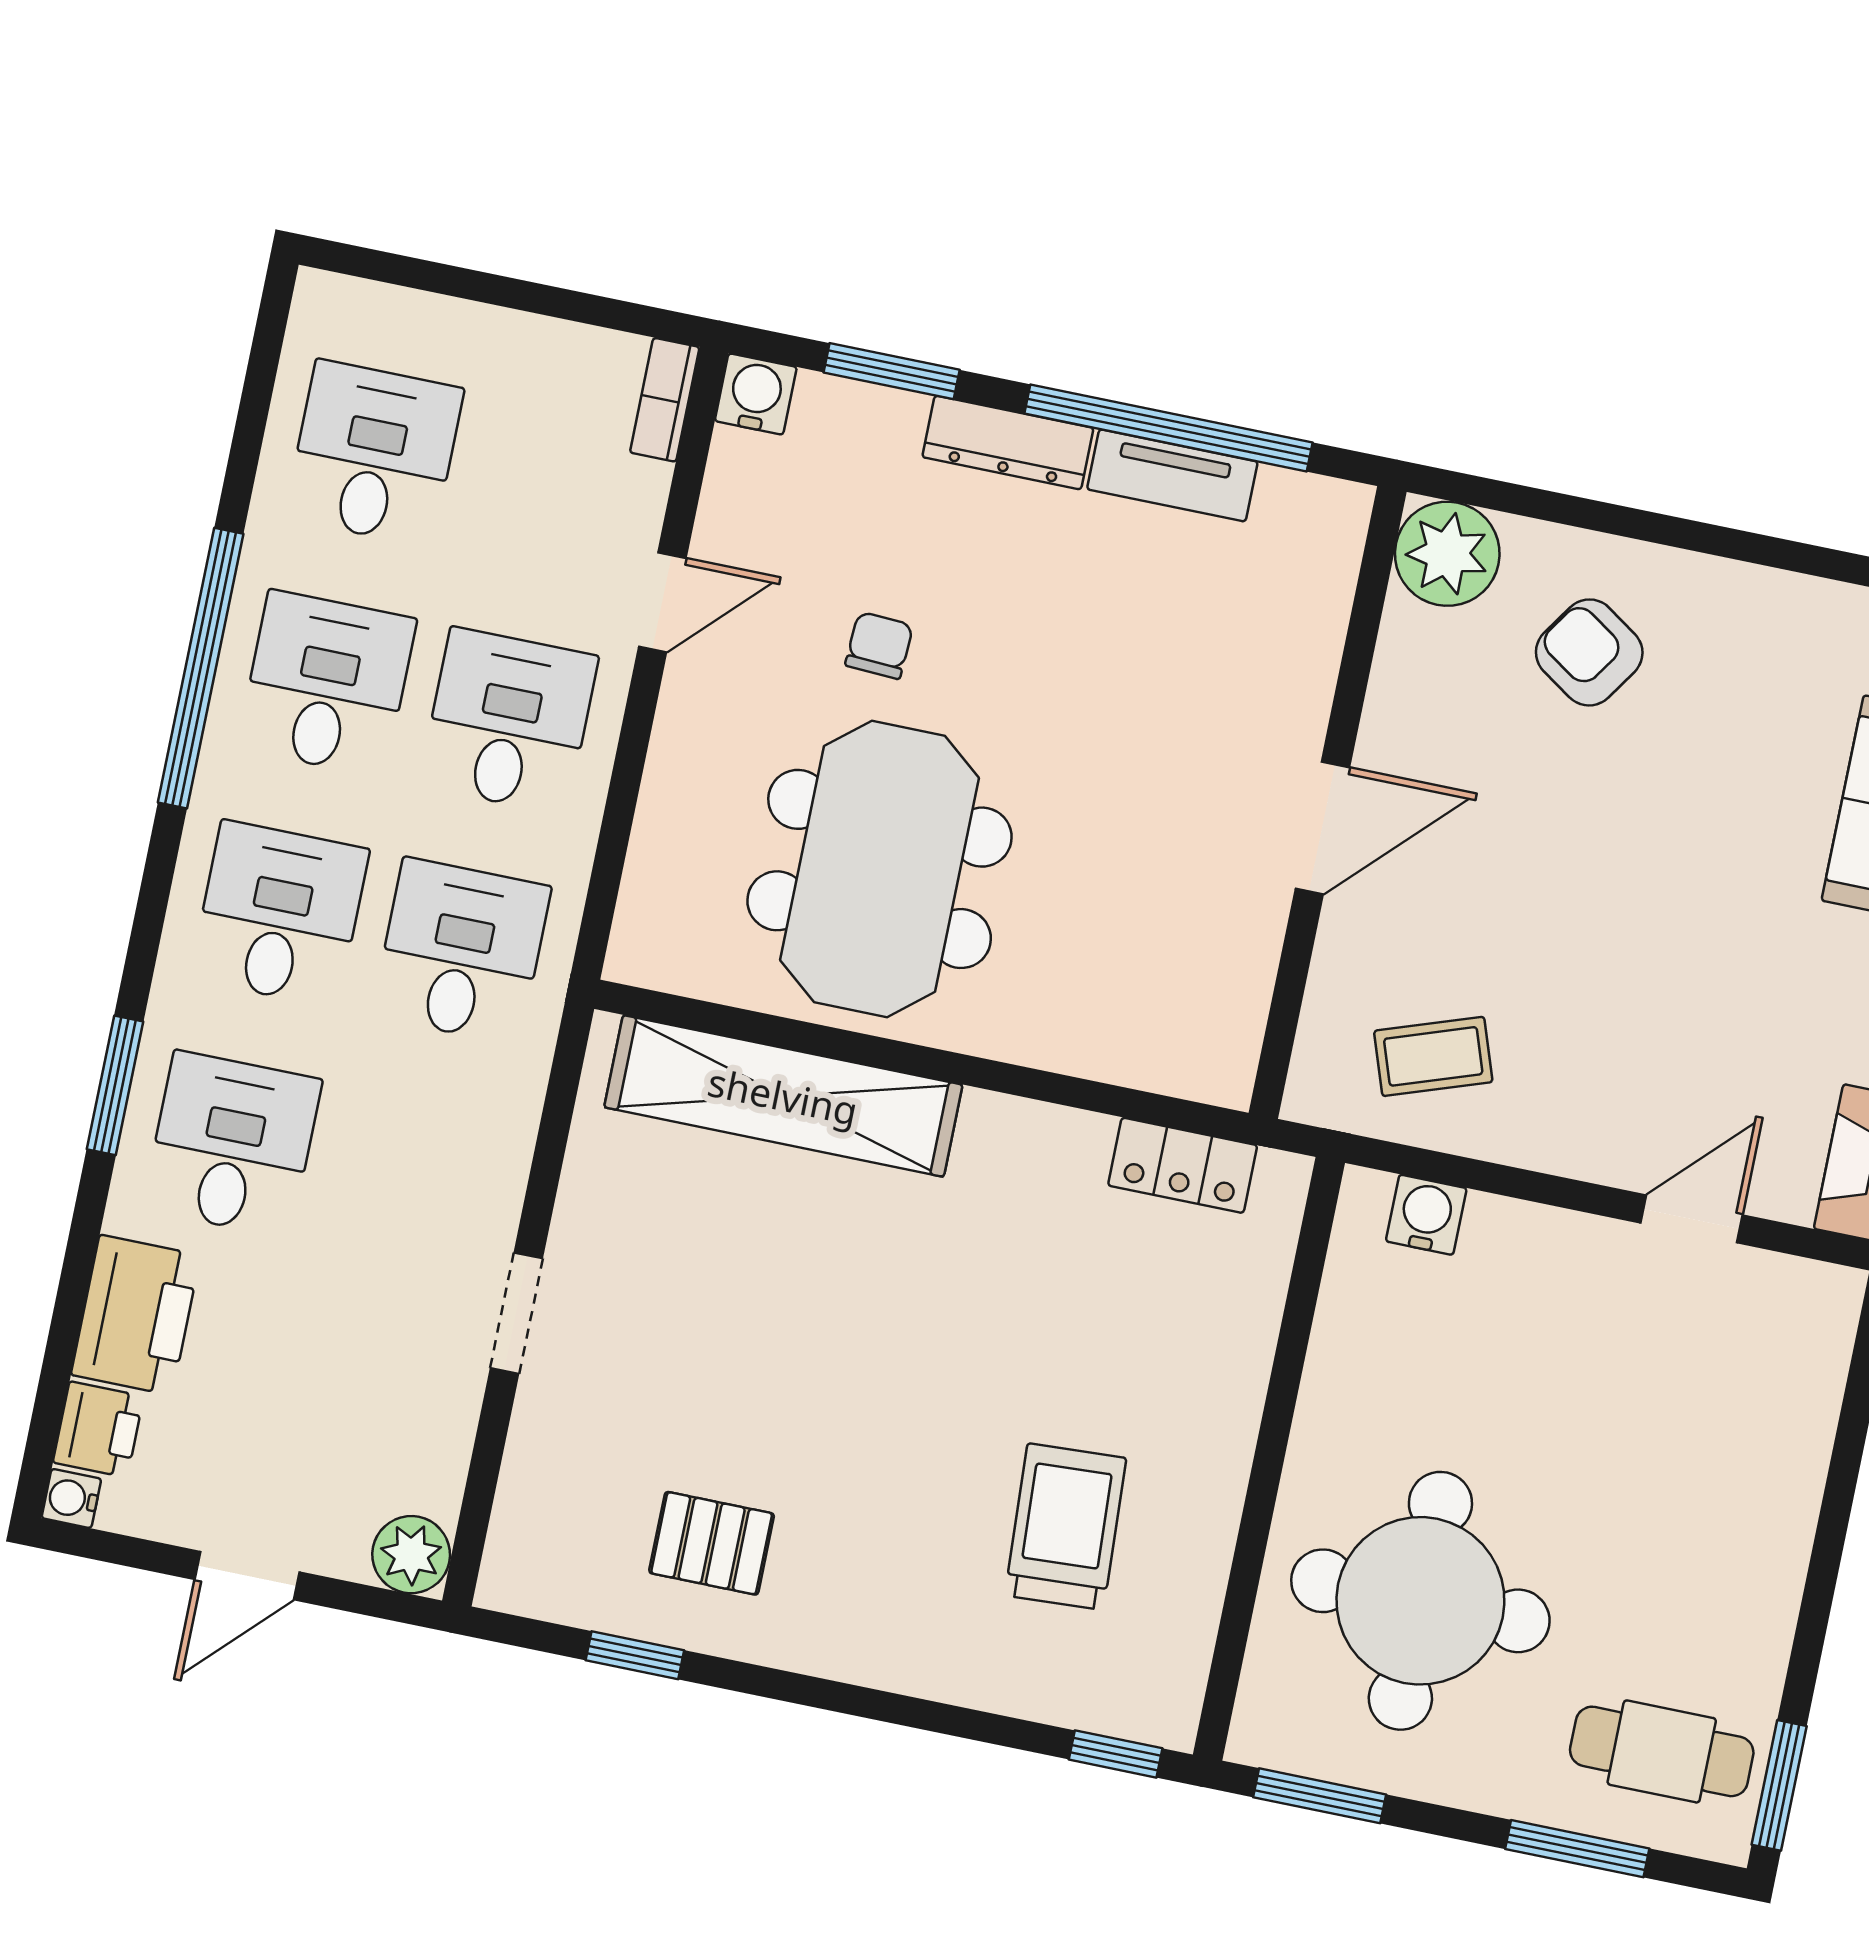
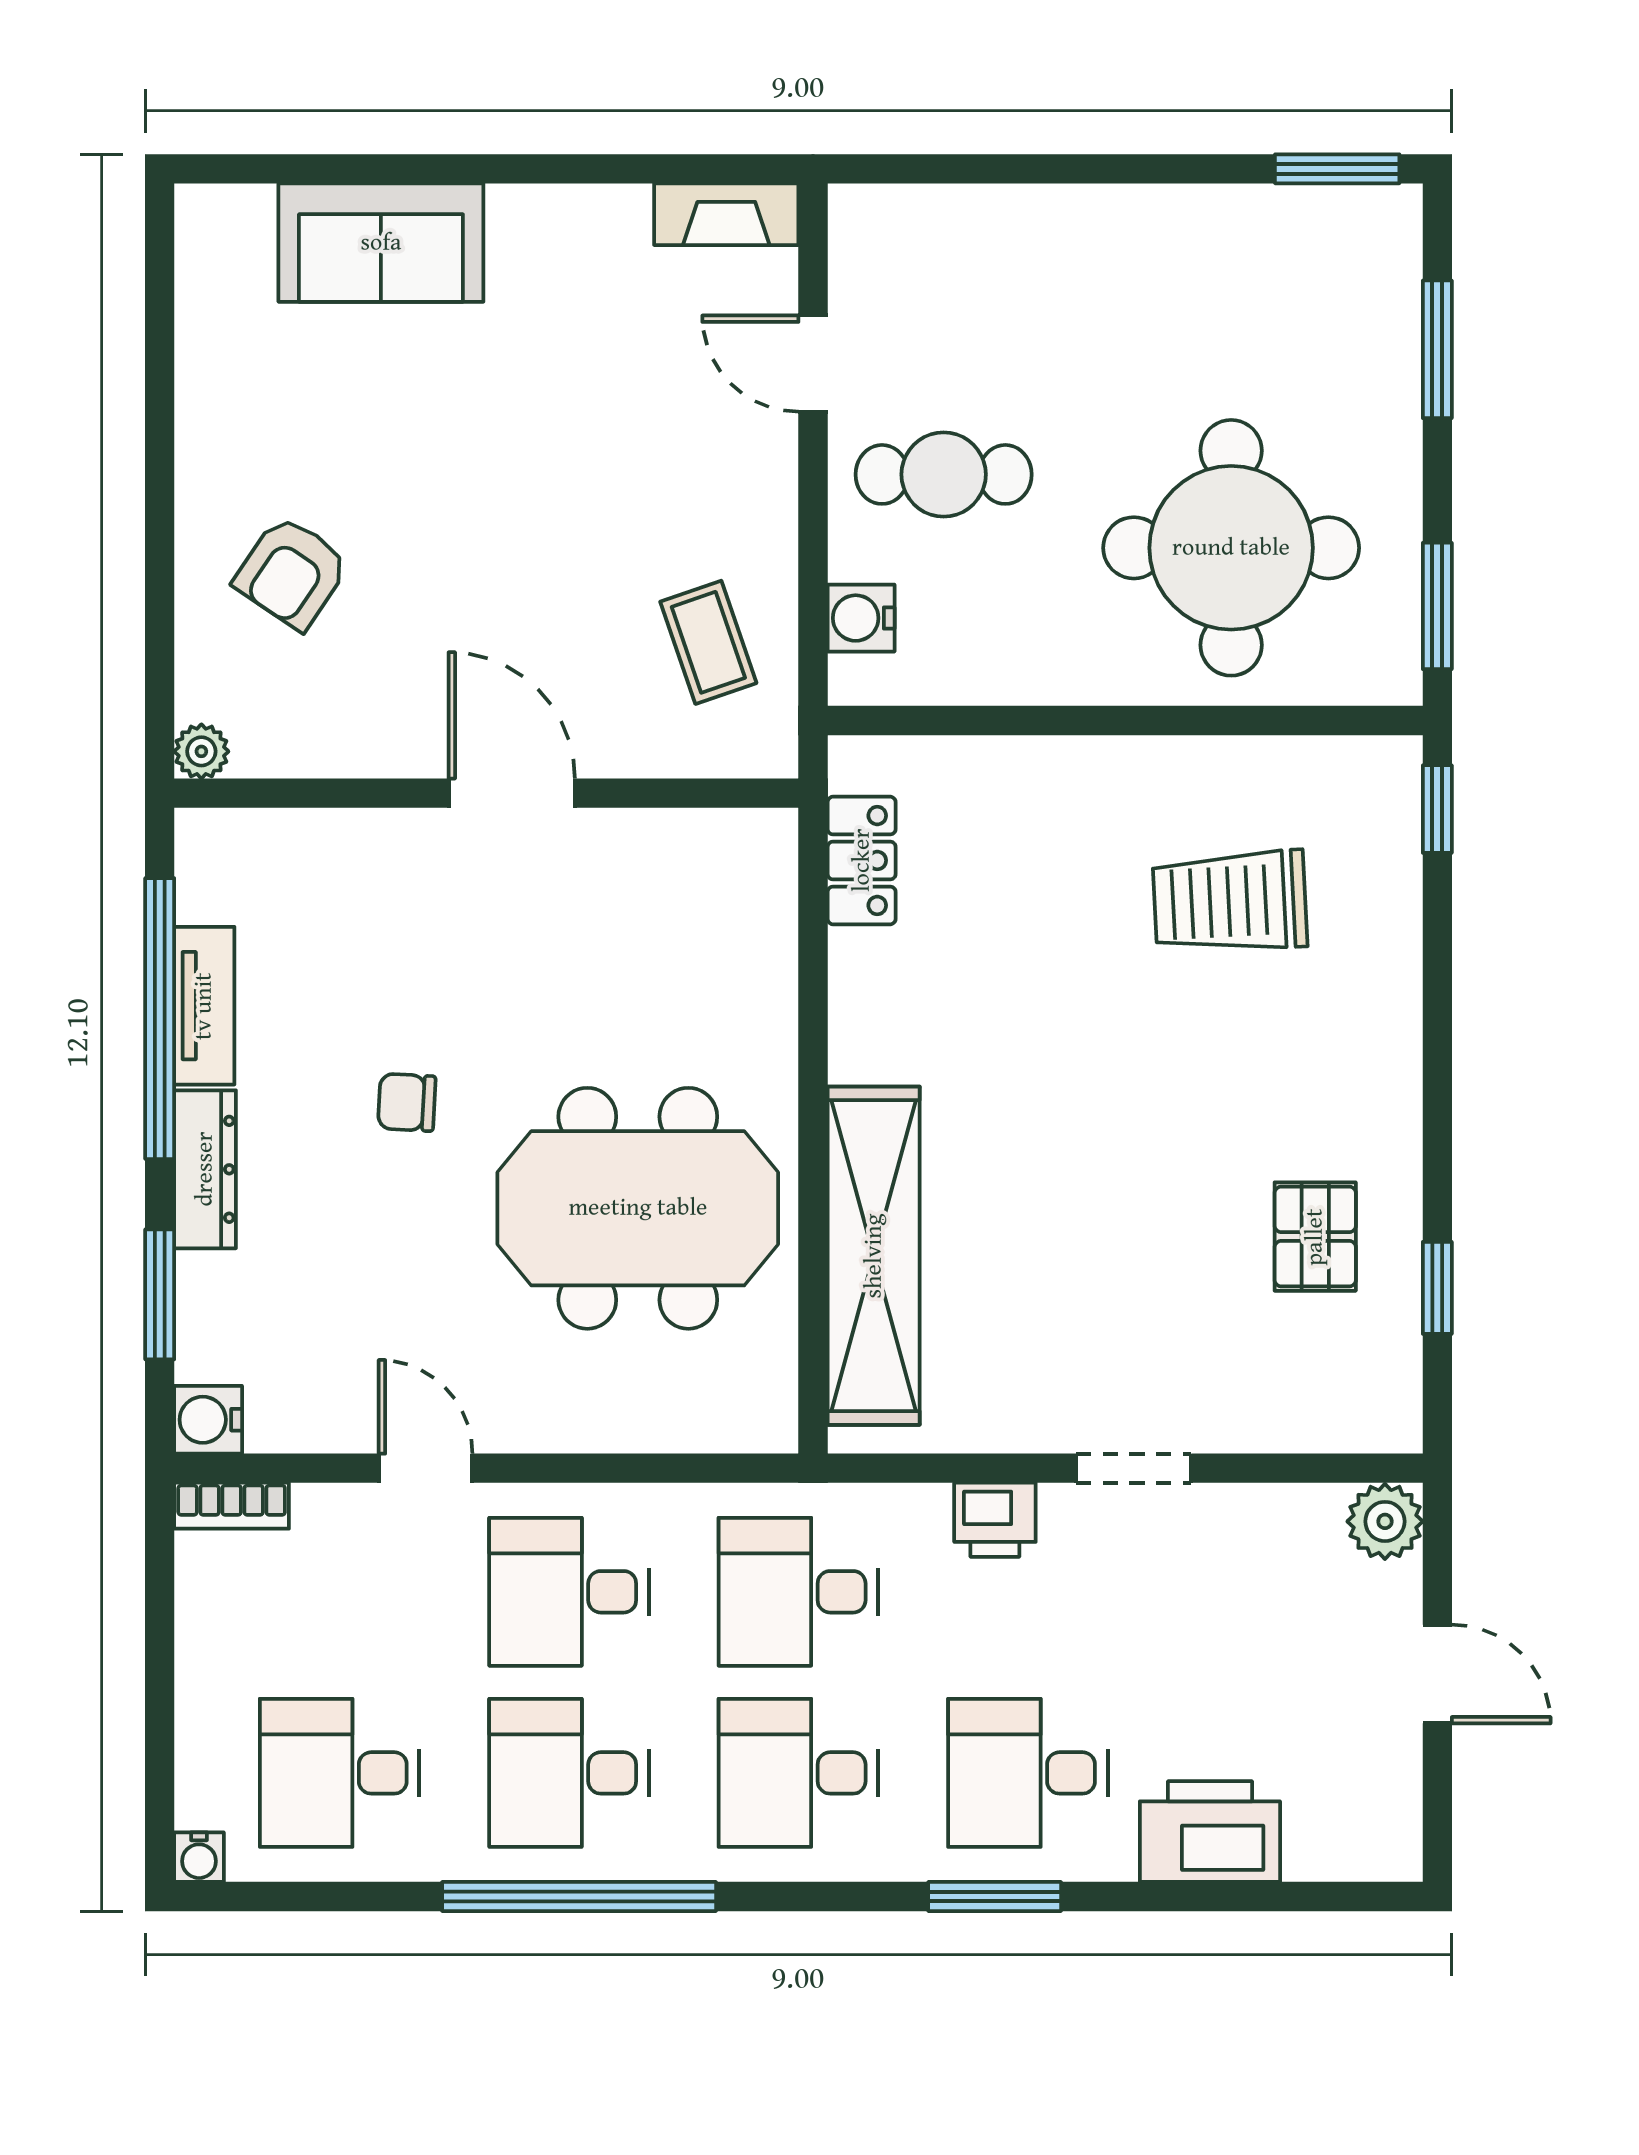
plant: (1447, 554) -> (201, 751), width x0.53, depth x0.53
chair: (879, 645) -> (407, 1102), moved
printer: (98, 1429) -> (995, 1520), moved, turned 180
water cooler: (71, 1498) -> (199, 1857), moved
cafe table: (1662, 1751) -> (944, 474), moved, turned 90

